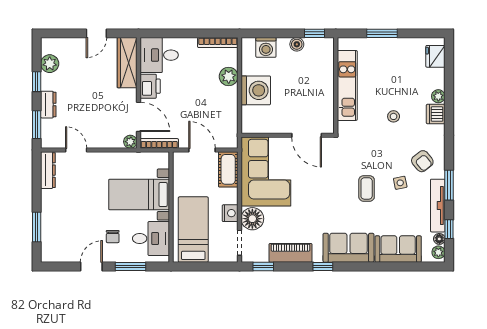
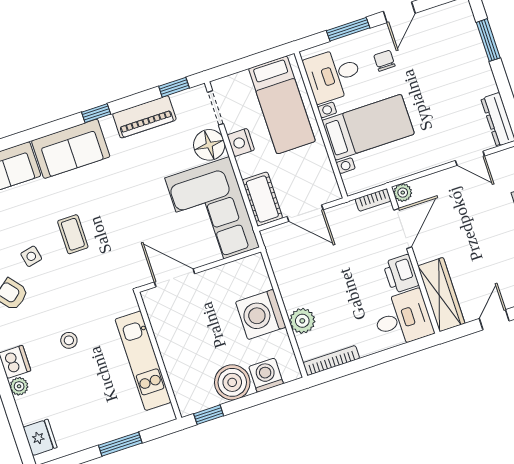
boiler: (297, 44) -> (232, 382), width x1.86, depth x1.86
door: (138, 117) -> (403, 229), swing flipped
bookcase: (159, 143) -> (373, 200), width x0.64

